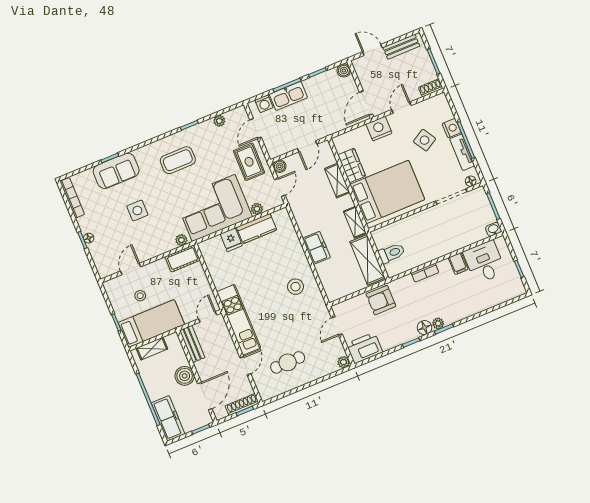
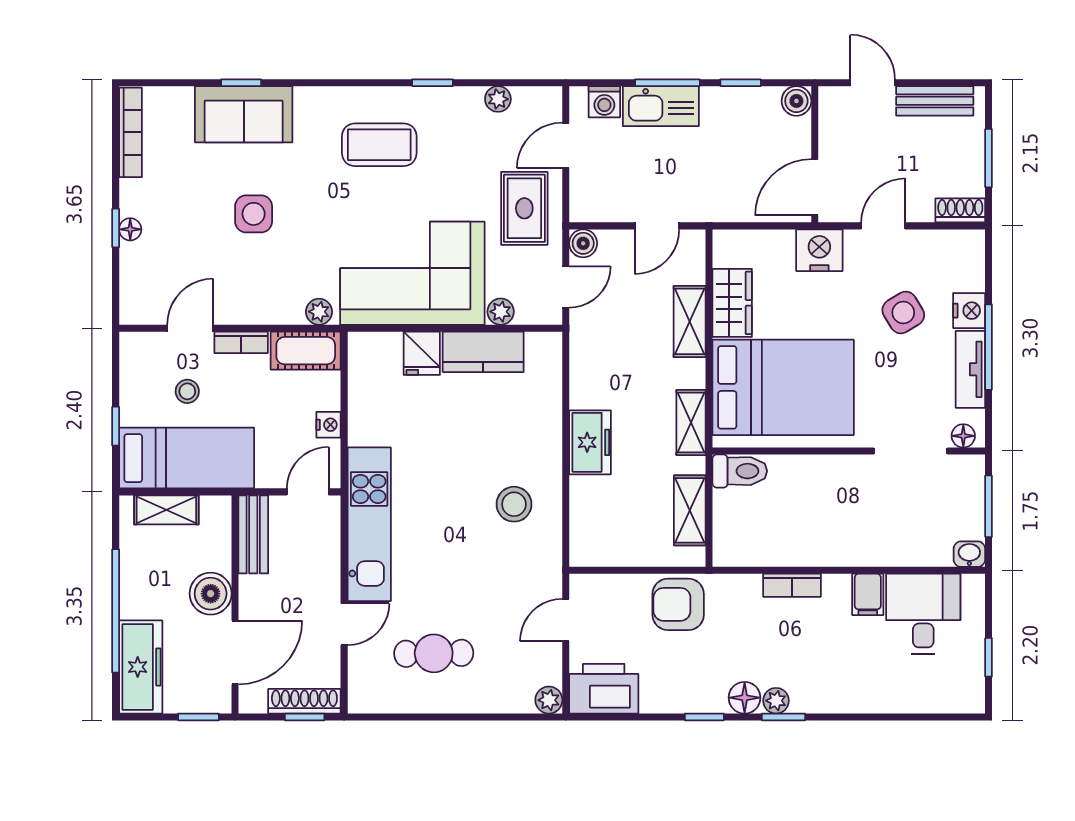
toilet: (392, 253) -> (740, 471), moved
shelving: (367, 260) -> (690, 510), width x0.67, depth x0.75
bookcase: (154, 266) -> (241, 342), added
nightstand: (205, 285) -> (329, 425), added

